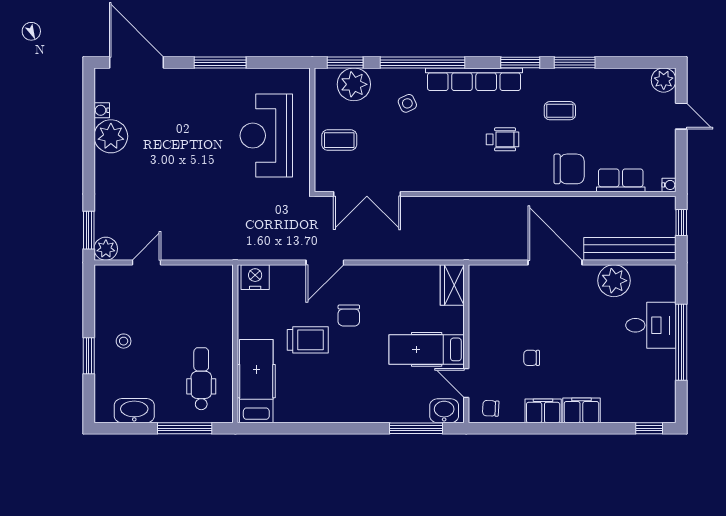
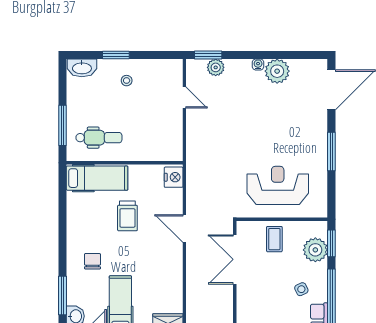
water cooler: (102, 110) -> (258, 64), moved
plant: (106, 249) -> (216, 67), moved
chair: (349, 316) -> (92, 261), moved, turned 90
washbasin: (134, 411) -> (82, 68), moved, turned 90

